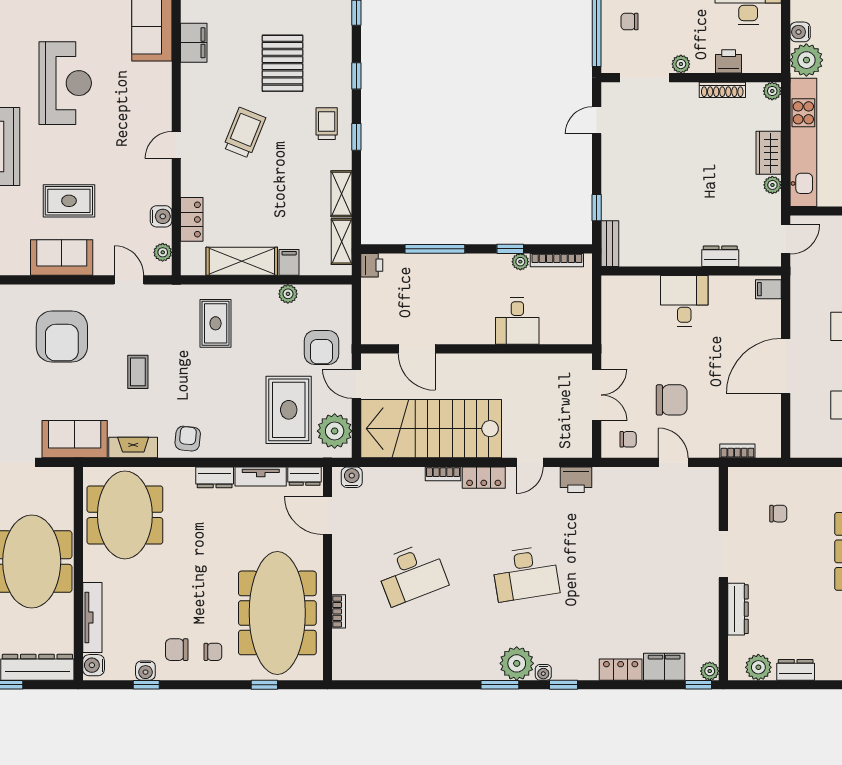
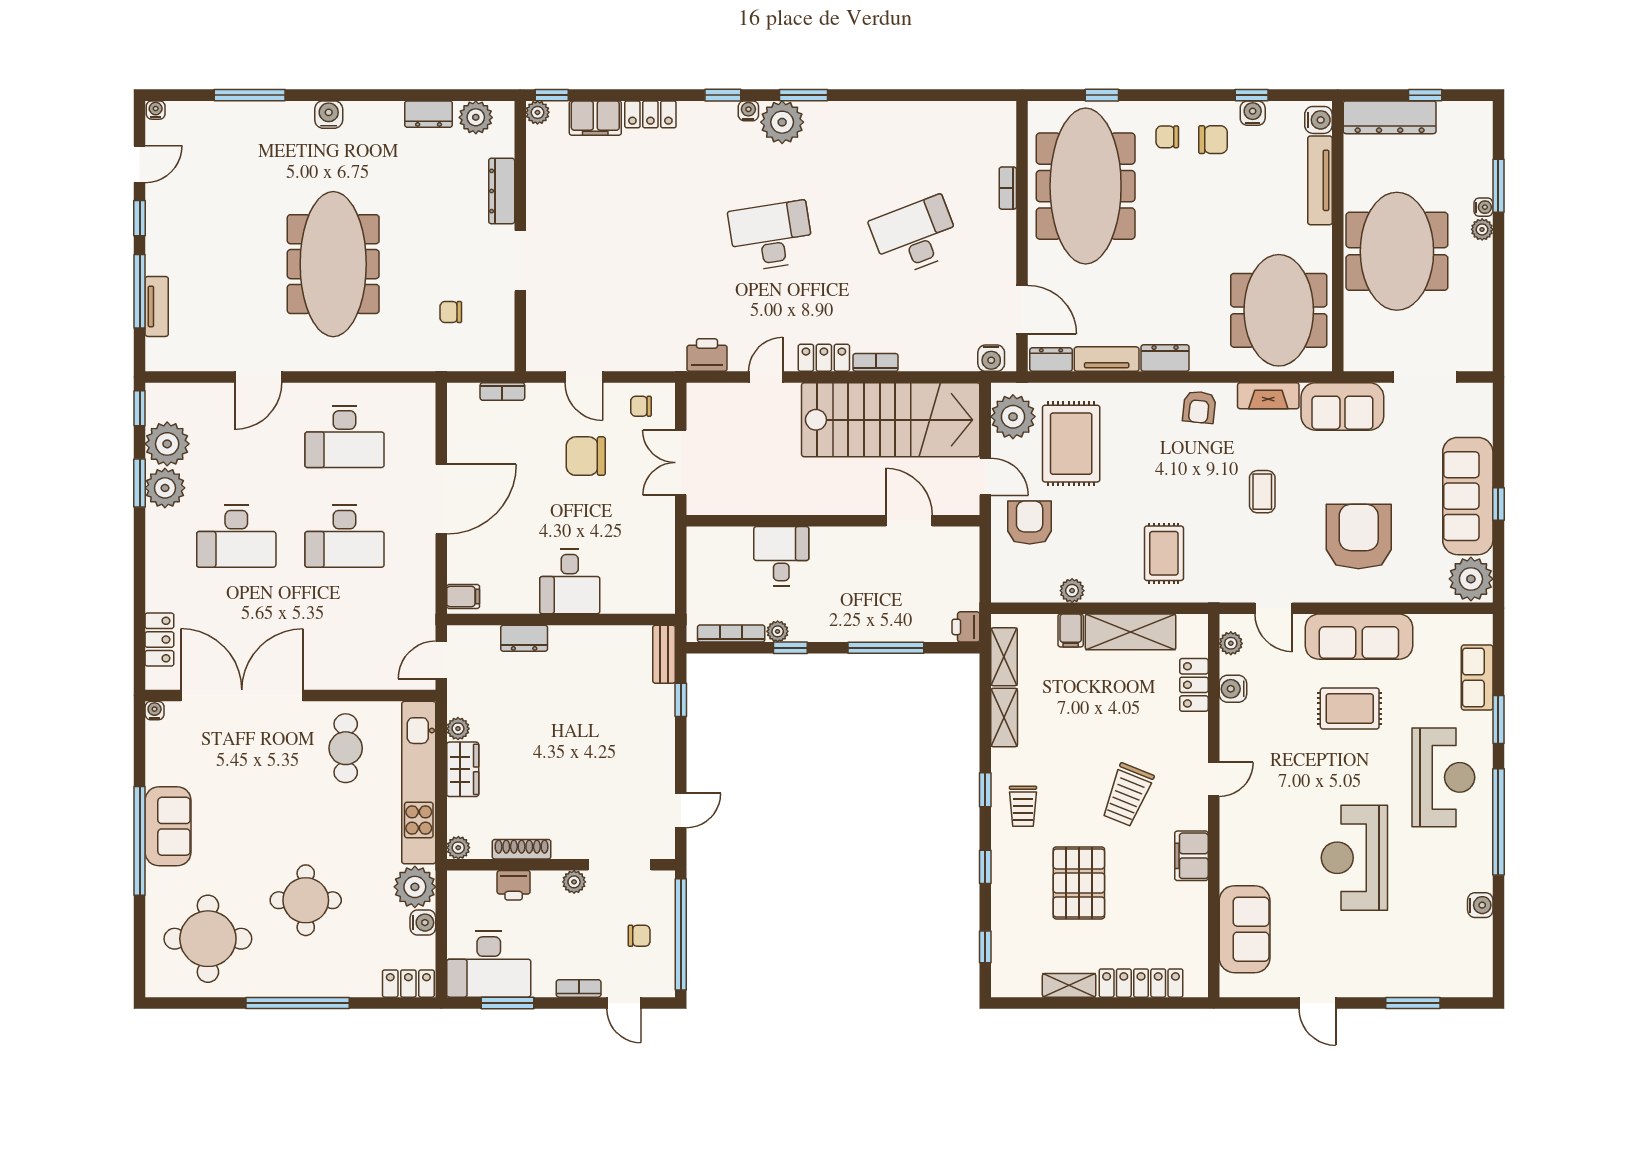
filing cabinet: (194, 43) -> (1191, 856), moved
sofa: (62, 258) -> (1359, 637), width x1.36

